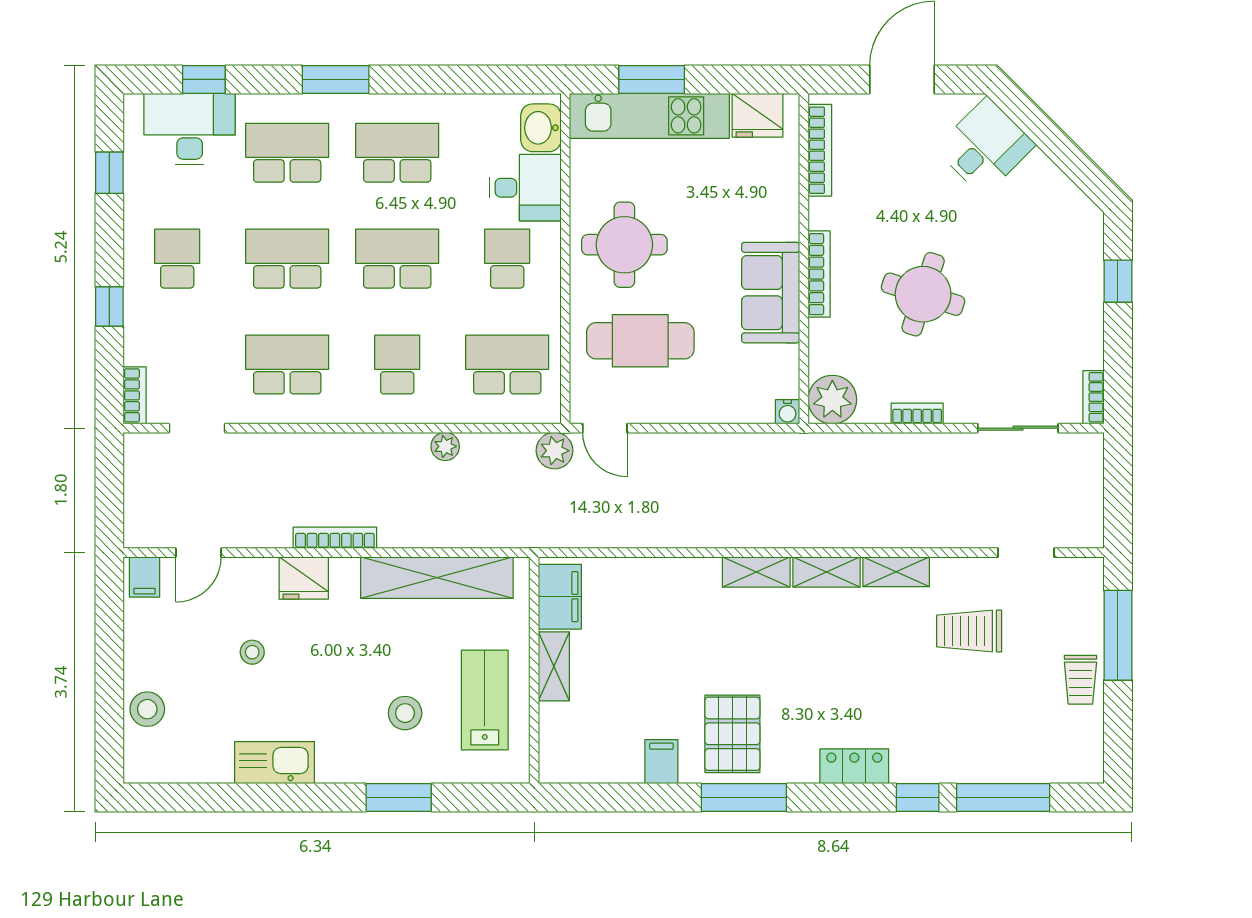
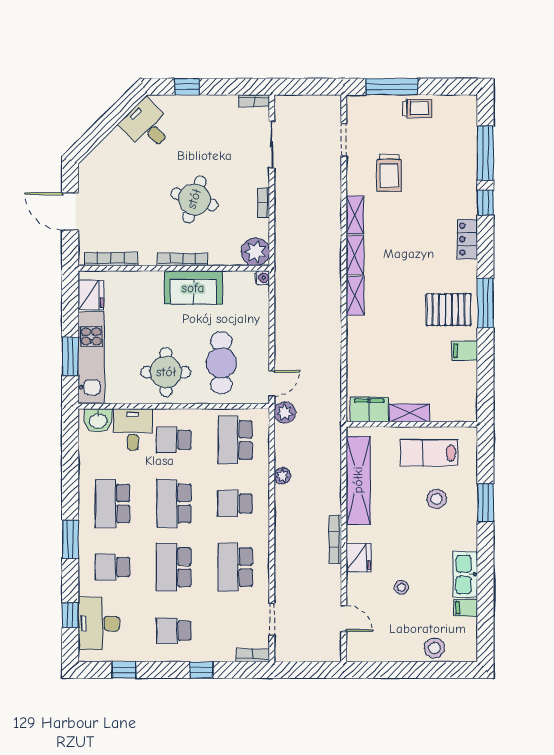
desk: (985, 147) -> (147, 126), moved
school desk: (287, 153) -> (113, 567), width x0.54
filing cabinet: (145, 577) -> (466, 608), moved, turned 180

